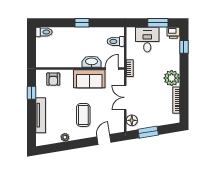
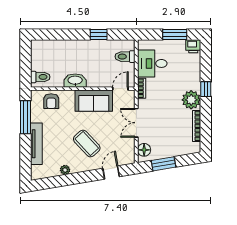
window: (82, 23) -> (99, 34), moved
toilet: (44, 32) -> (40, 77), moved
desk: (147, 40) -> (152, 63), moved, turned -90
window: (184, 47) -> (206, 89), moved
washbasin: (92, 62) -> (75, 81), moved
window: (32, 93) -> (26, 117), width x2.17
coffee table: (83, 115) -> (87, 144), turned -43

